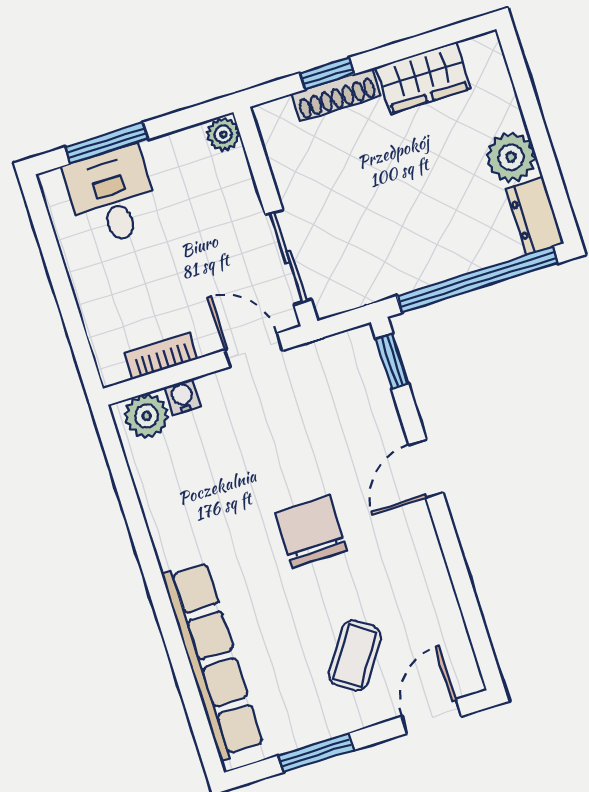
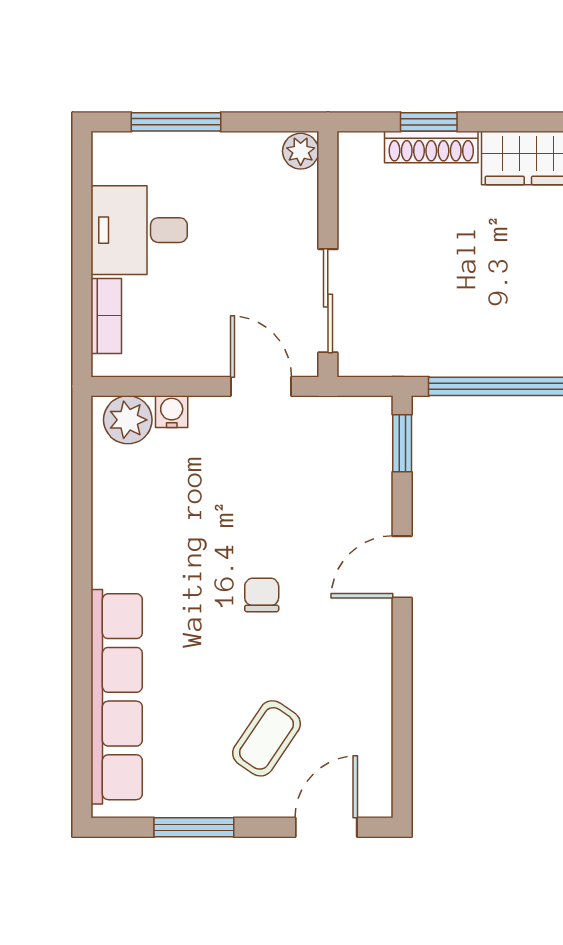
desk: (112, 196) -> (139, 230), moved, turned -90
bookcase: (161, 356) -> (106, 316), moved, turned 90
chair: (311, 532) -> (262, 595), width x0.54, depth x0.54

